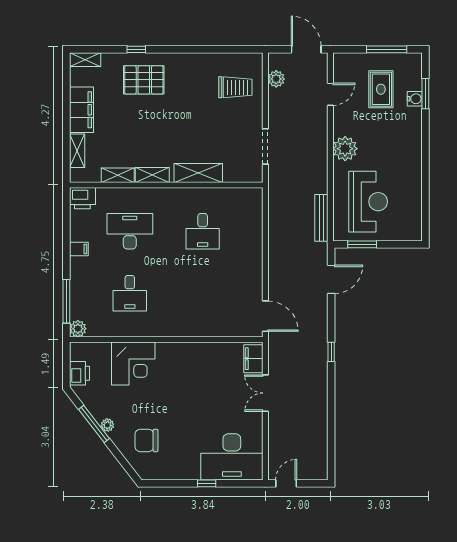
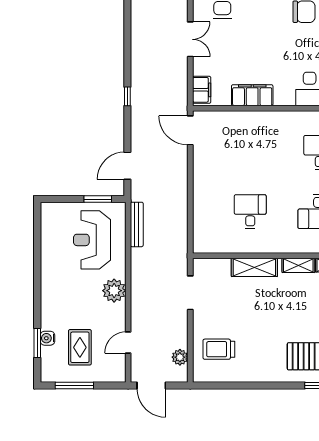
filing cabinet: (201, 353) -> (252, 95), added
double door: (265, 393) -> (190, 39), moved

